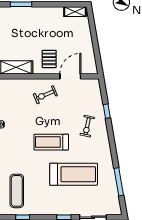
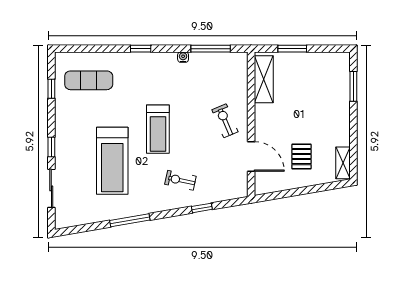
pallet: (49, 59) -> (301, 157), moved, turned 90
treadmill: (51, 142) -> (158, 129), turned 180
window: (119, 182) -> (130, 220), moved

